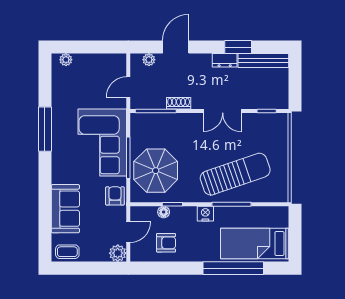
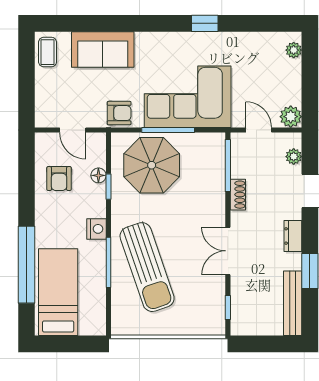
dresser: (225, 60) -> (293, 236), moved
window: (45, 129) -> (205, 23), width x0.46
plant: (118, 253) -> (291, 117), moved

